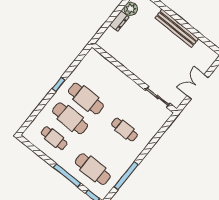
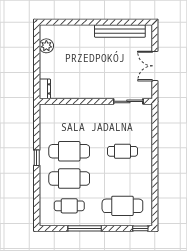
dresser: (119, 21) -> (45, 89), moved
bench: (177, 28) -> (120, 31), moved
window: (67, 175) -> (85, 228), moved
window: (126, 176) -> (155, 189), removed

